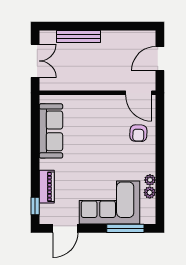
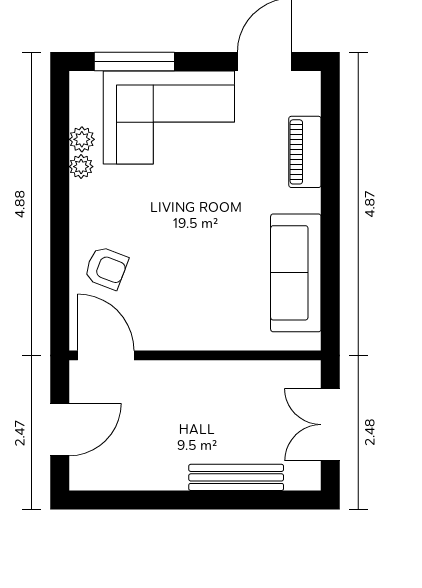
armchair: (138, 133) -> (106, 268), turned 109
window: (35, 206) -> (330, 110), removed

